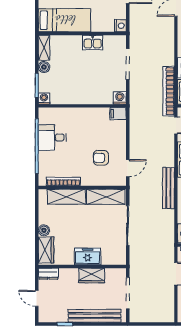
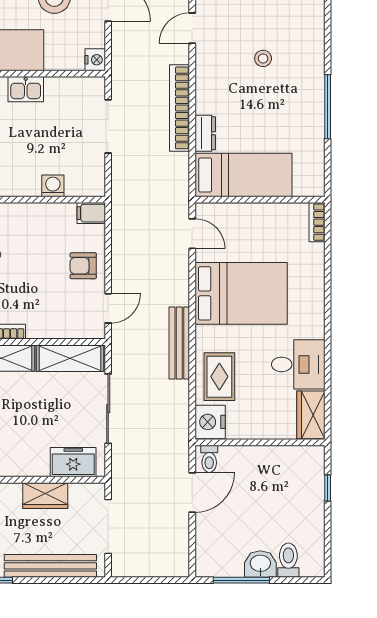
kitchen sink: (93, 43) -> (26, 89), moved
bookcase: (169, 91) -> (180, 108), moved
washing machine: (120, 98) -> (53, 186), moved
armchair: (101, 158) -> (83, 266), moved
freezer: (88, 256) -> (73, 462), moved

